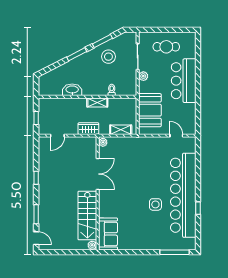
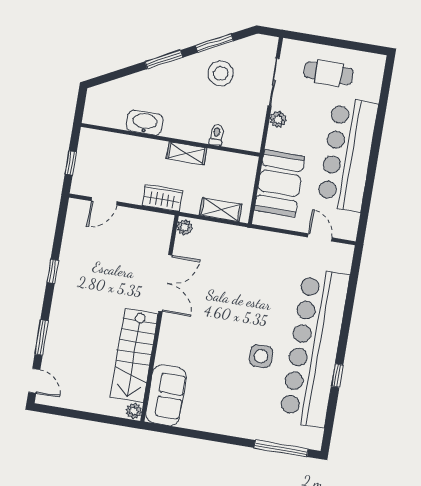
bar counter: (184, 81) -> (348, 154), width x1.36

